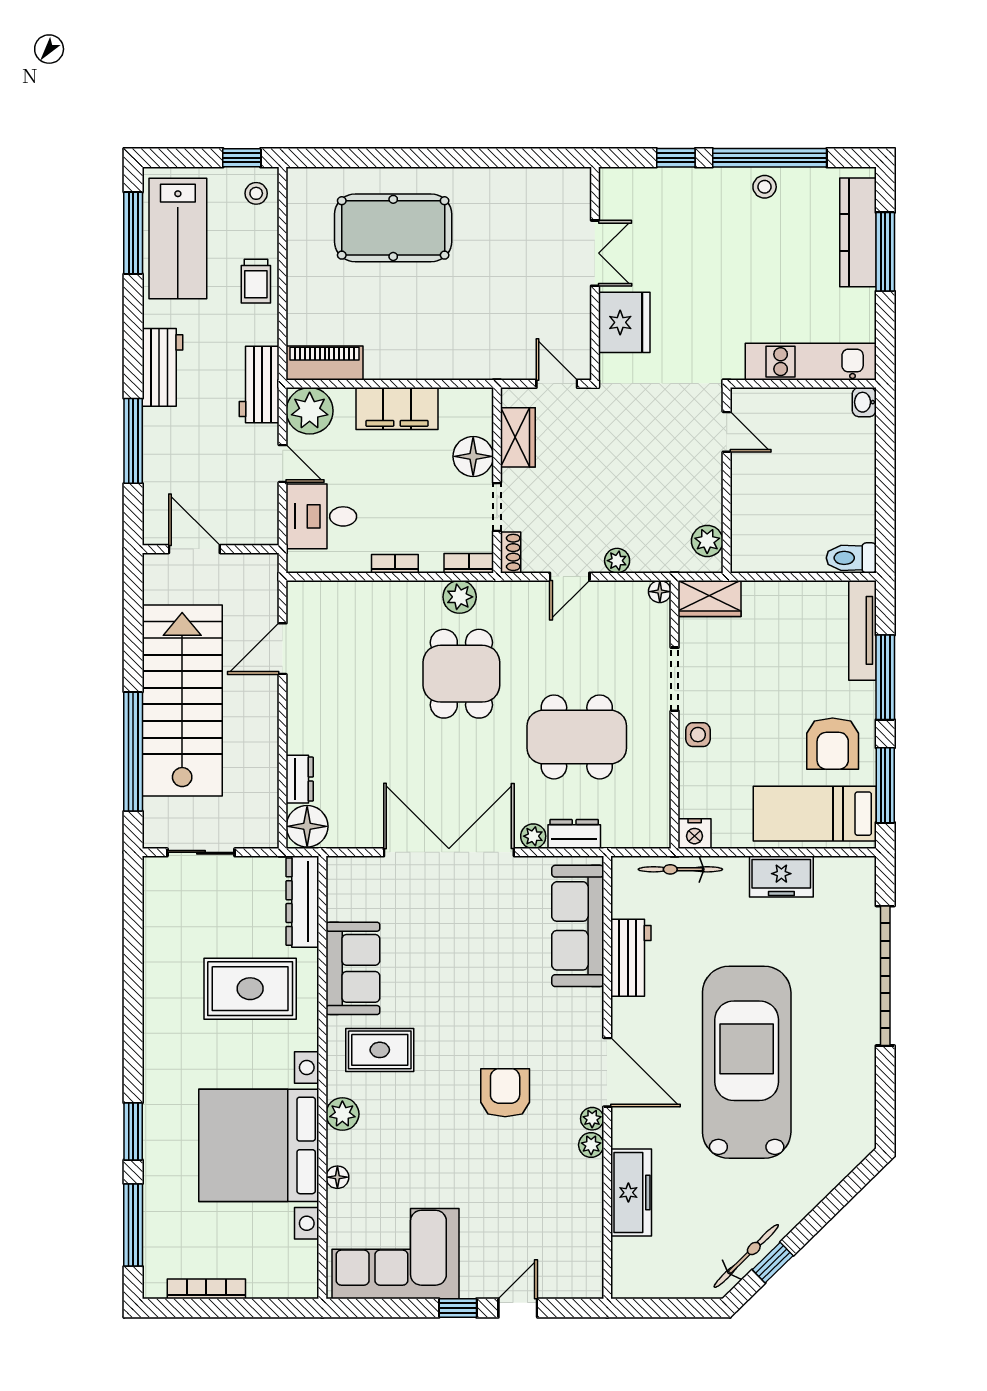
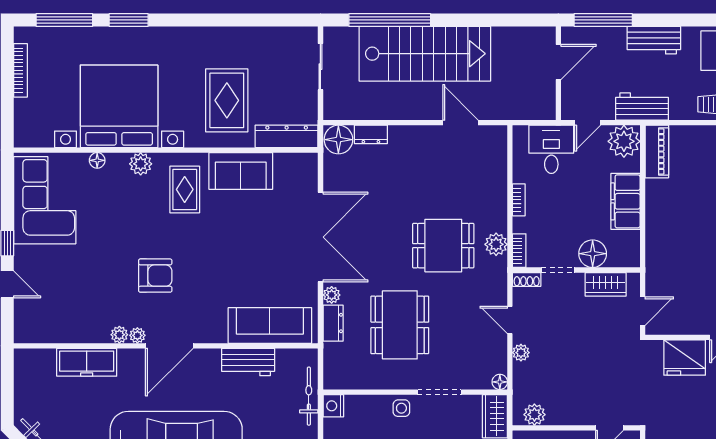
door: (194, 549) -> (558, 62), moved
wall: (211, 549) -> (558, 73), moved

